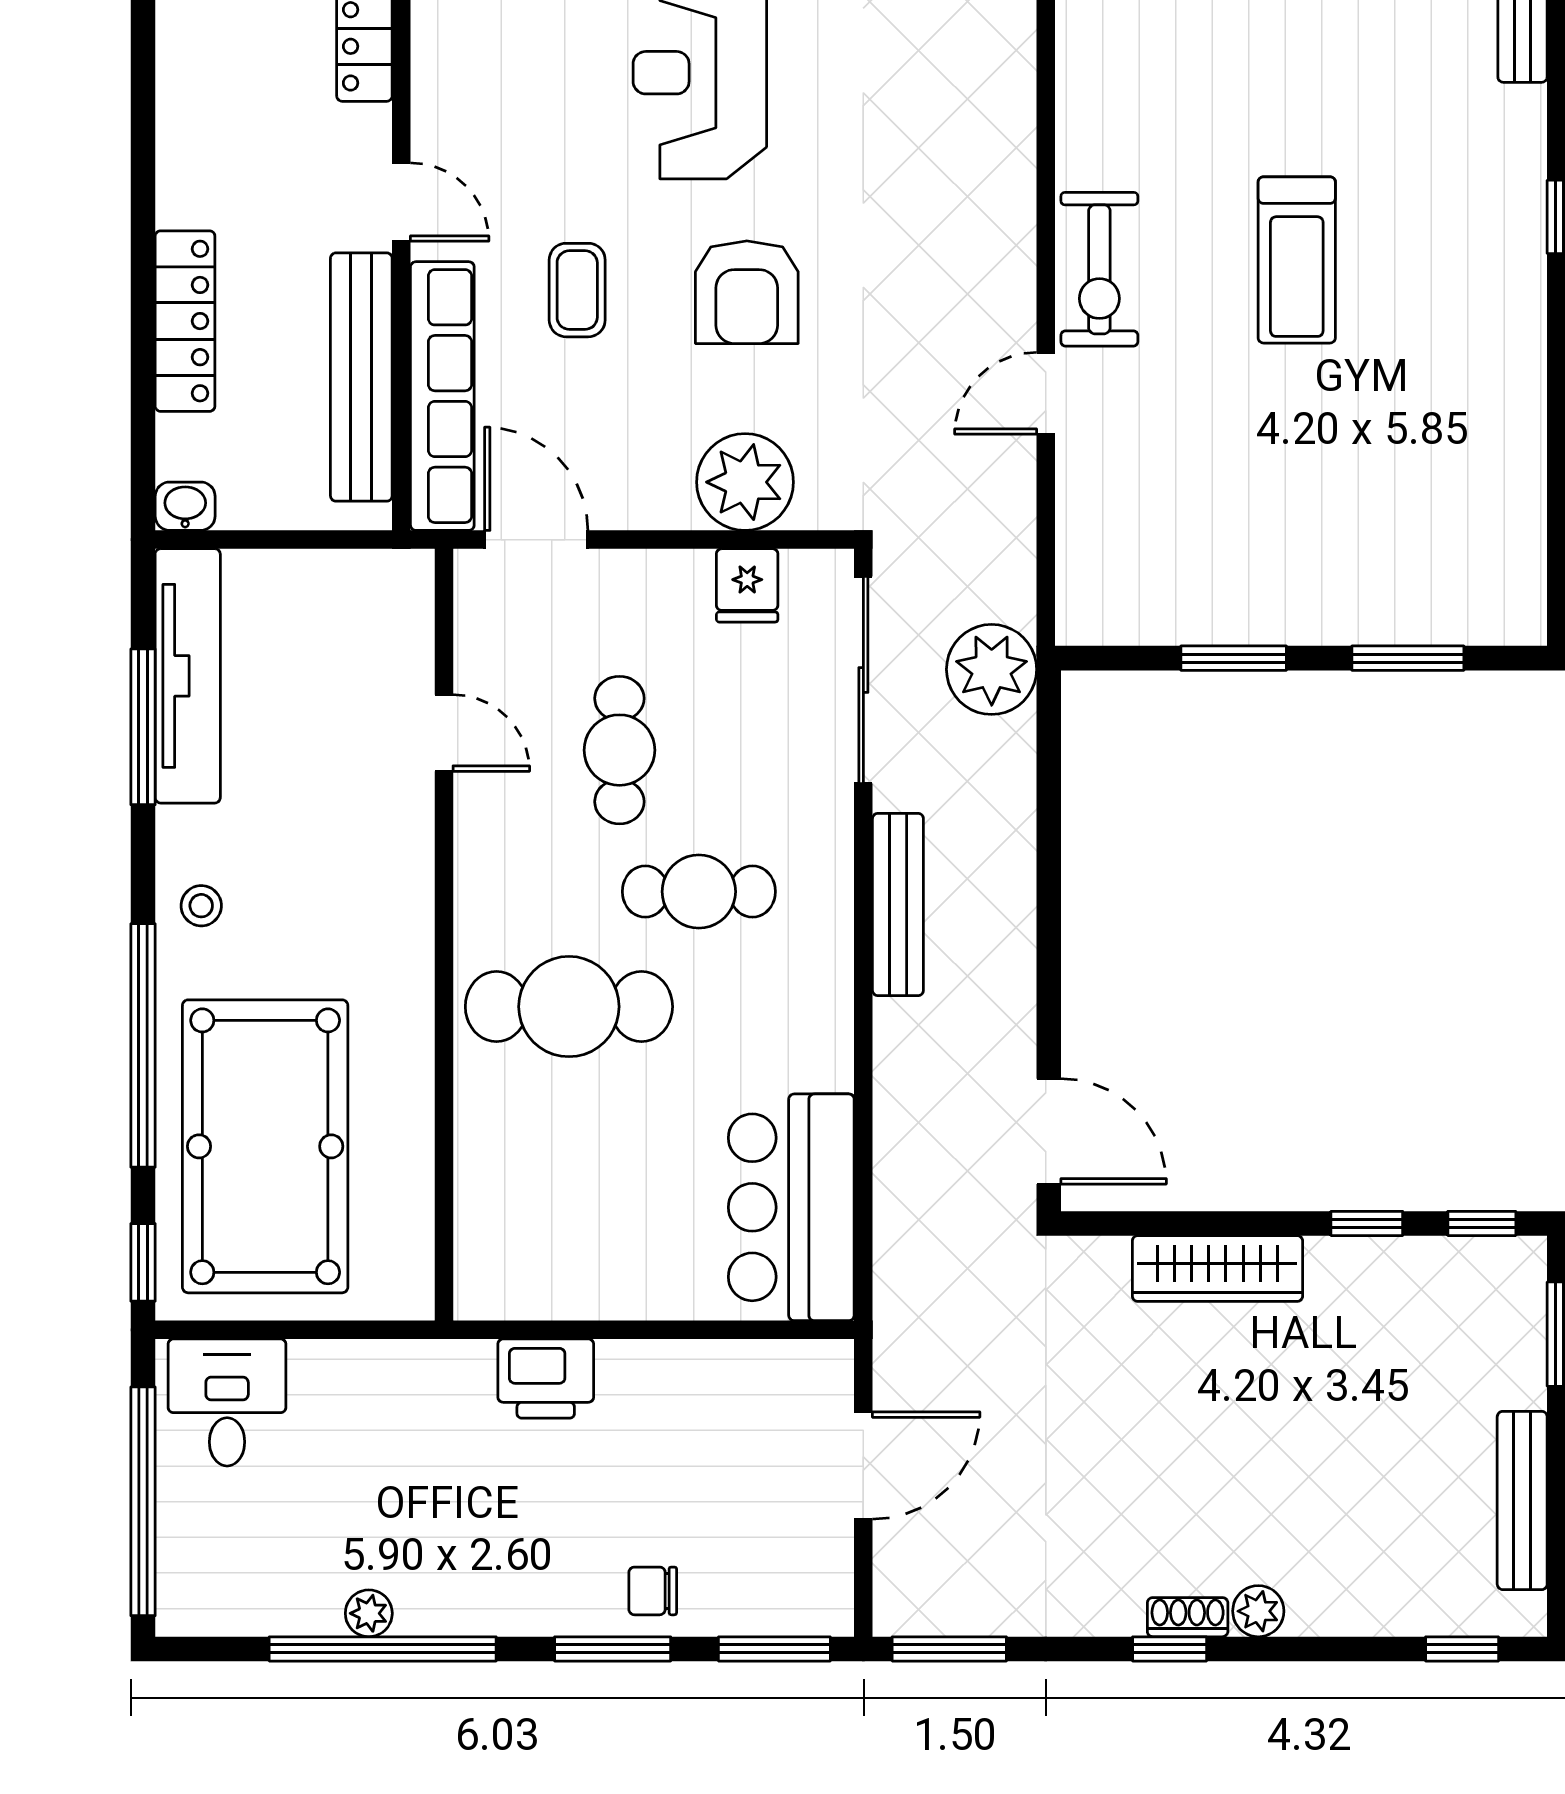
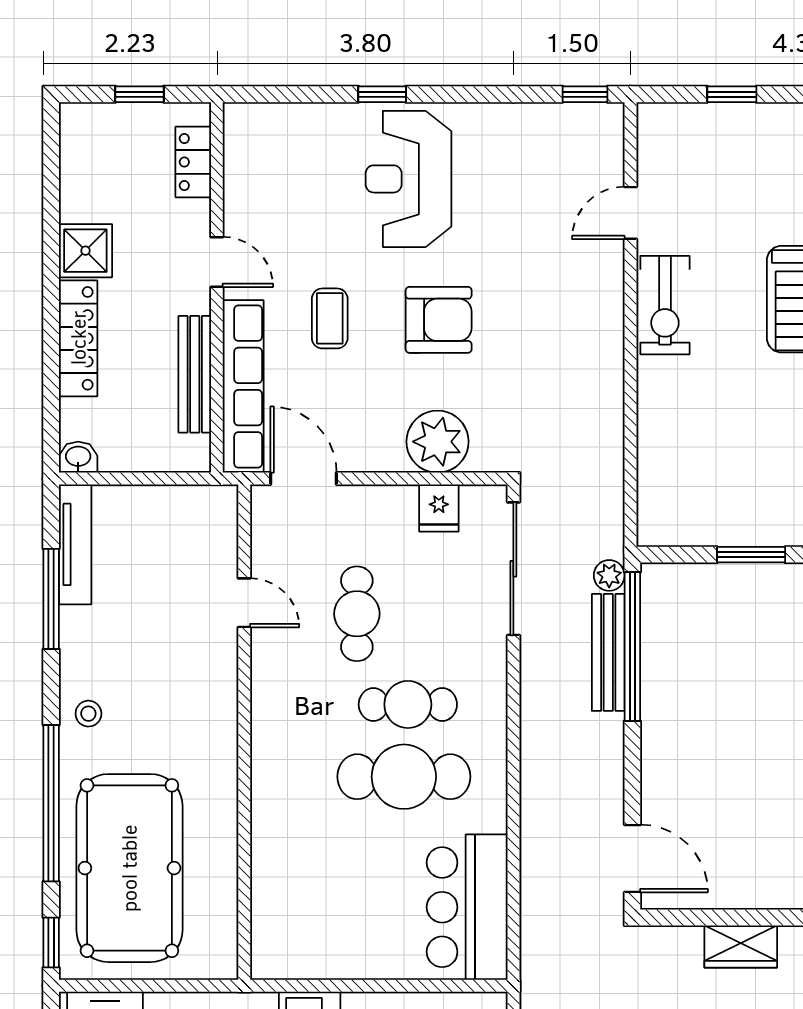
shower: (197, 184) -> (85, 251), added
armchair: (747, 292) -> (439, 320), turned -90
bench: (361, 377) -> (195, 374), width x0.73, depth x0.82
door: (1046, 393) -> (630, 213), moved
plant: (992, 669) -> (609, 575), width x0.53, depth x0.53
tv unit: (188, 676) -> (75, 544), width x0.73, depth x0.78
window: (1049, 801) -> (632, 647), added
bench: (898, 904) -> (608, 652), moved
cafe table: (569, 1007) -> (404, 777), moved
wardrobe: (1217, 1268) -> (741, 946), width x0.67

